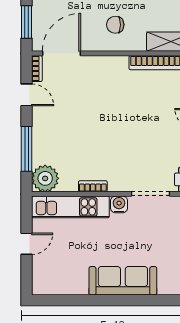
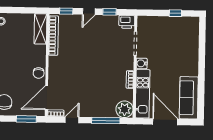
chair: (115, 25) -> (39, 73), moved
door: (61, 53) -> (46, 98), hinge flipped
door: (27, 244) -> (165, 122), width x1.87
sofa: (123, 281) -> (189, 98), moved

